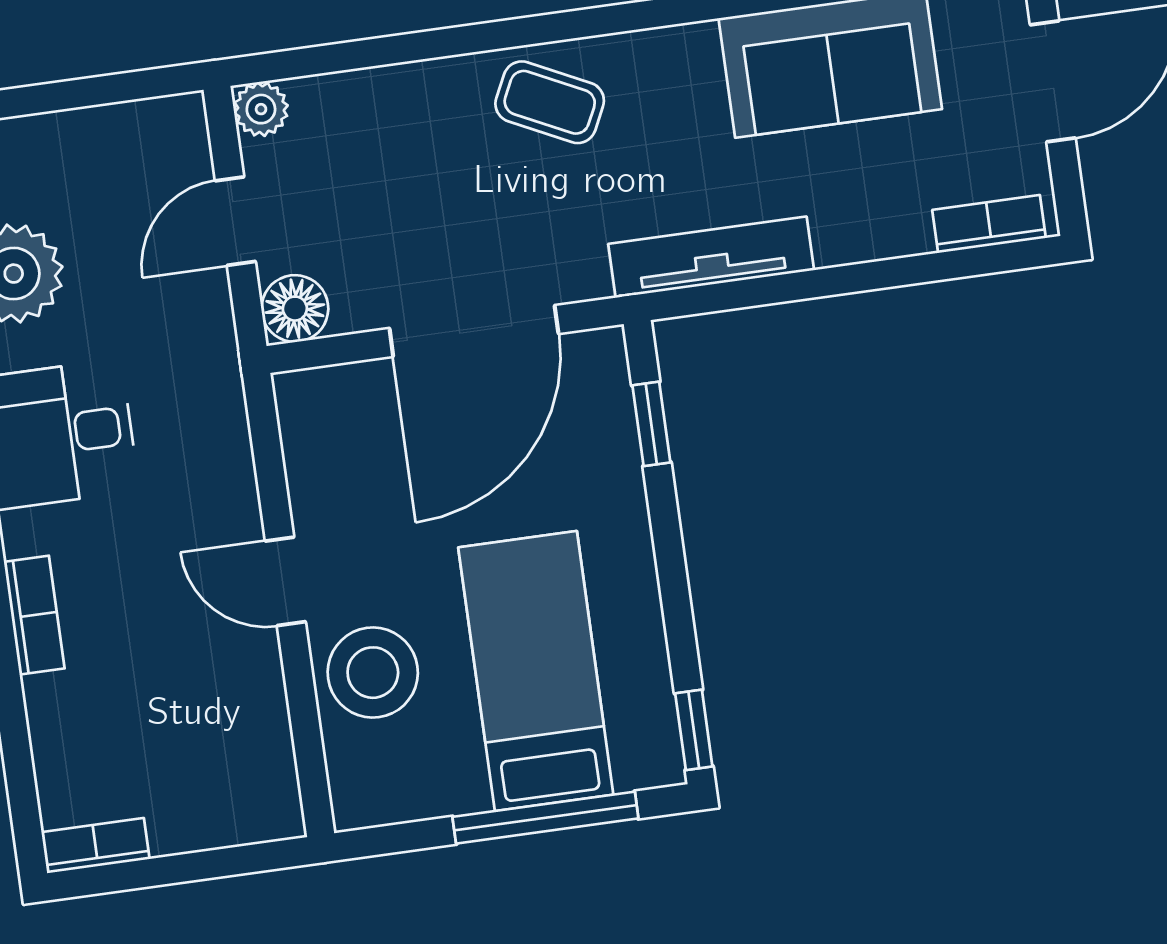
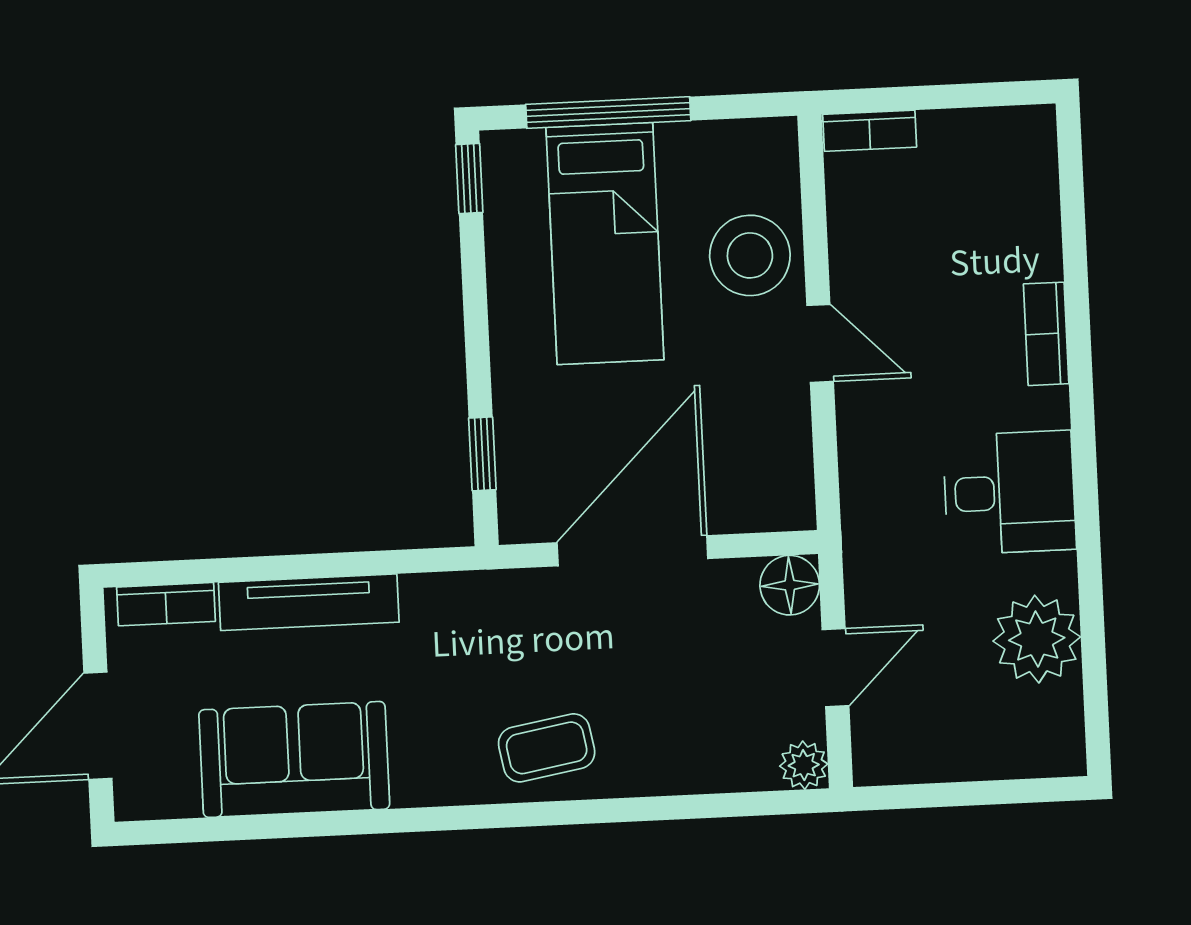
coffee table: (550, 102) -> (547, 748), turned -36
tv unit: (711, 257) -> (309, 602), moved
bookcase: (95, 846) -> (870, 131), moved

